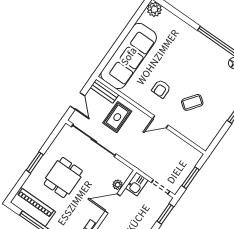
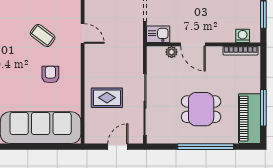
armchair: (161, 89) -> (50, 75), turned -90
bench: (104, 91) -> (90, 127), removed
door: (160, 122) -> (83, 34), moved
window: (35, 162) -> (206, 147), width x2.11

